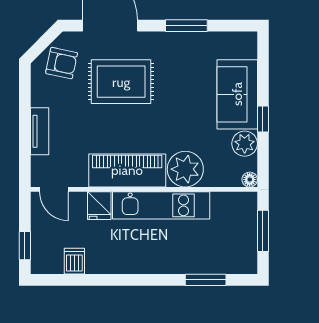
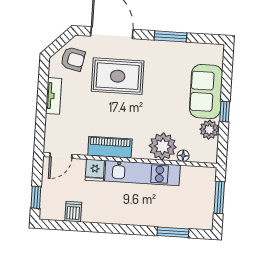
tv unit: (40, 131) -> (54, 96), moved
piano: (127, 170) -> (110, 147), width x0.73, depth x0.75
floor lamp: (250, 180) -> (183, 156), moved
door: (54, 189) -> (61, 156), hinge flipped

